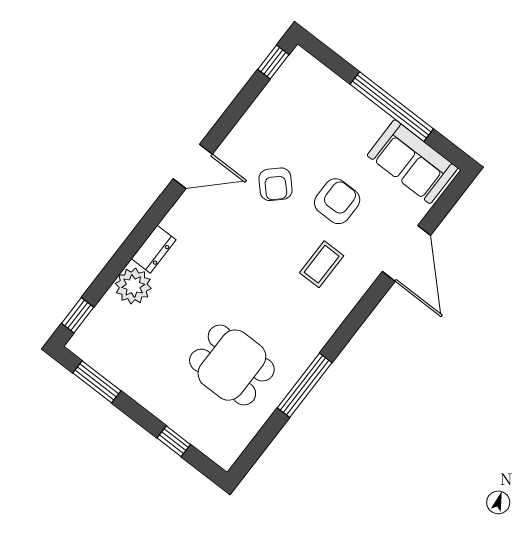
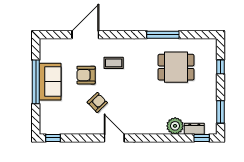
sofa: (412, 162) -> (50, 82), moved
dresser: (154, 249) -> (194, 129), moved
dining table: (232, 365) -> (176, 67), turned 90

